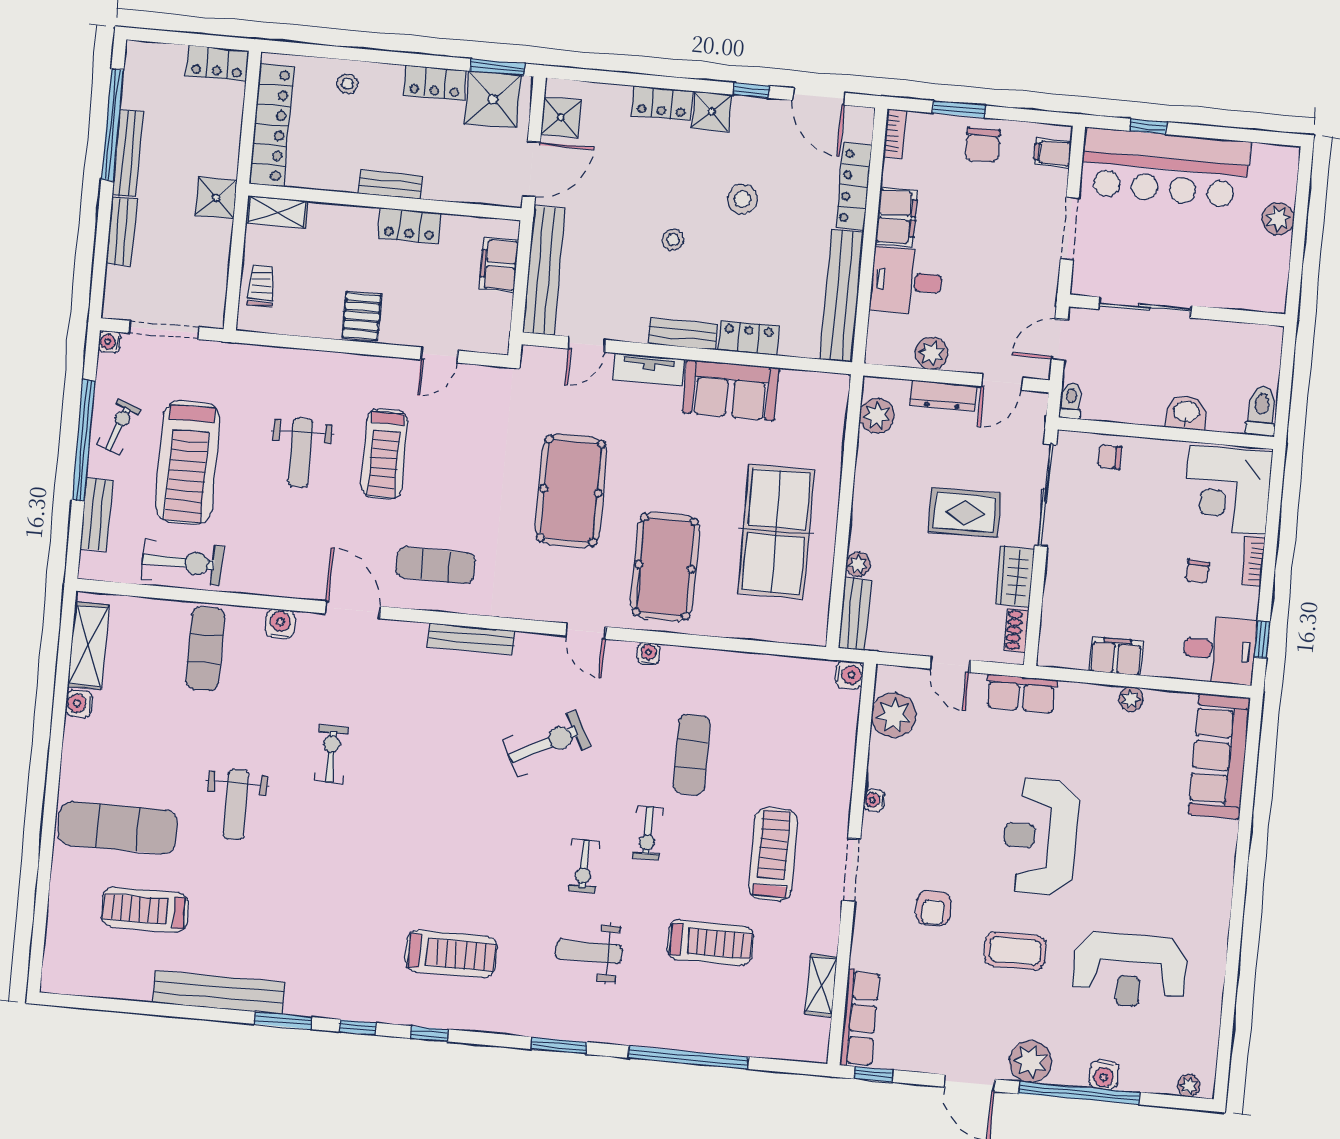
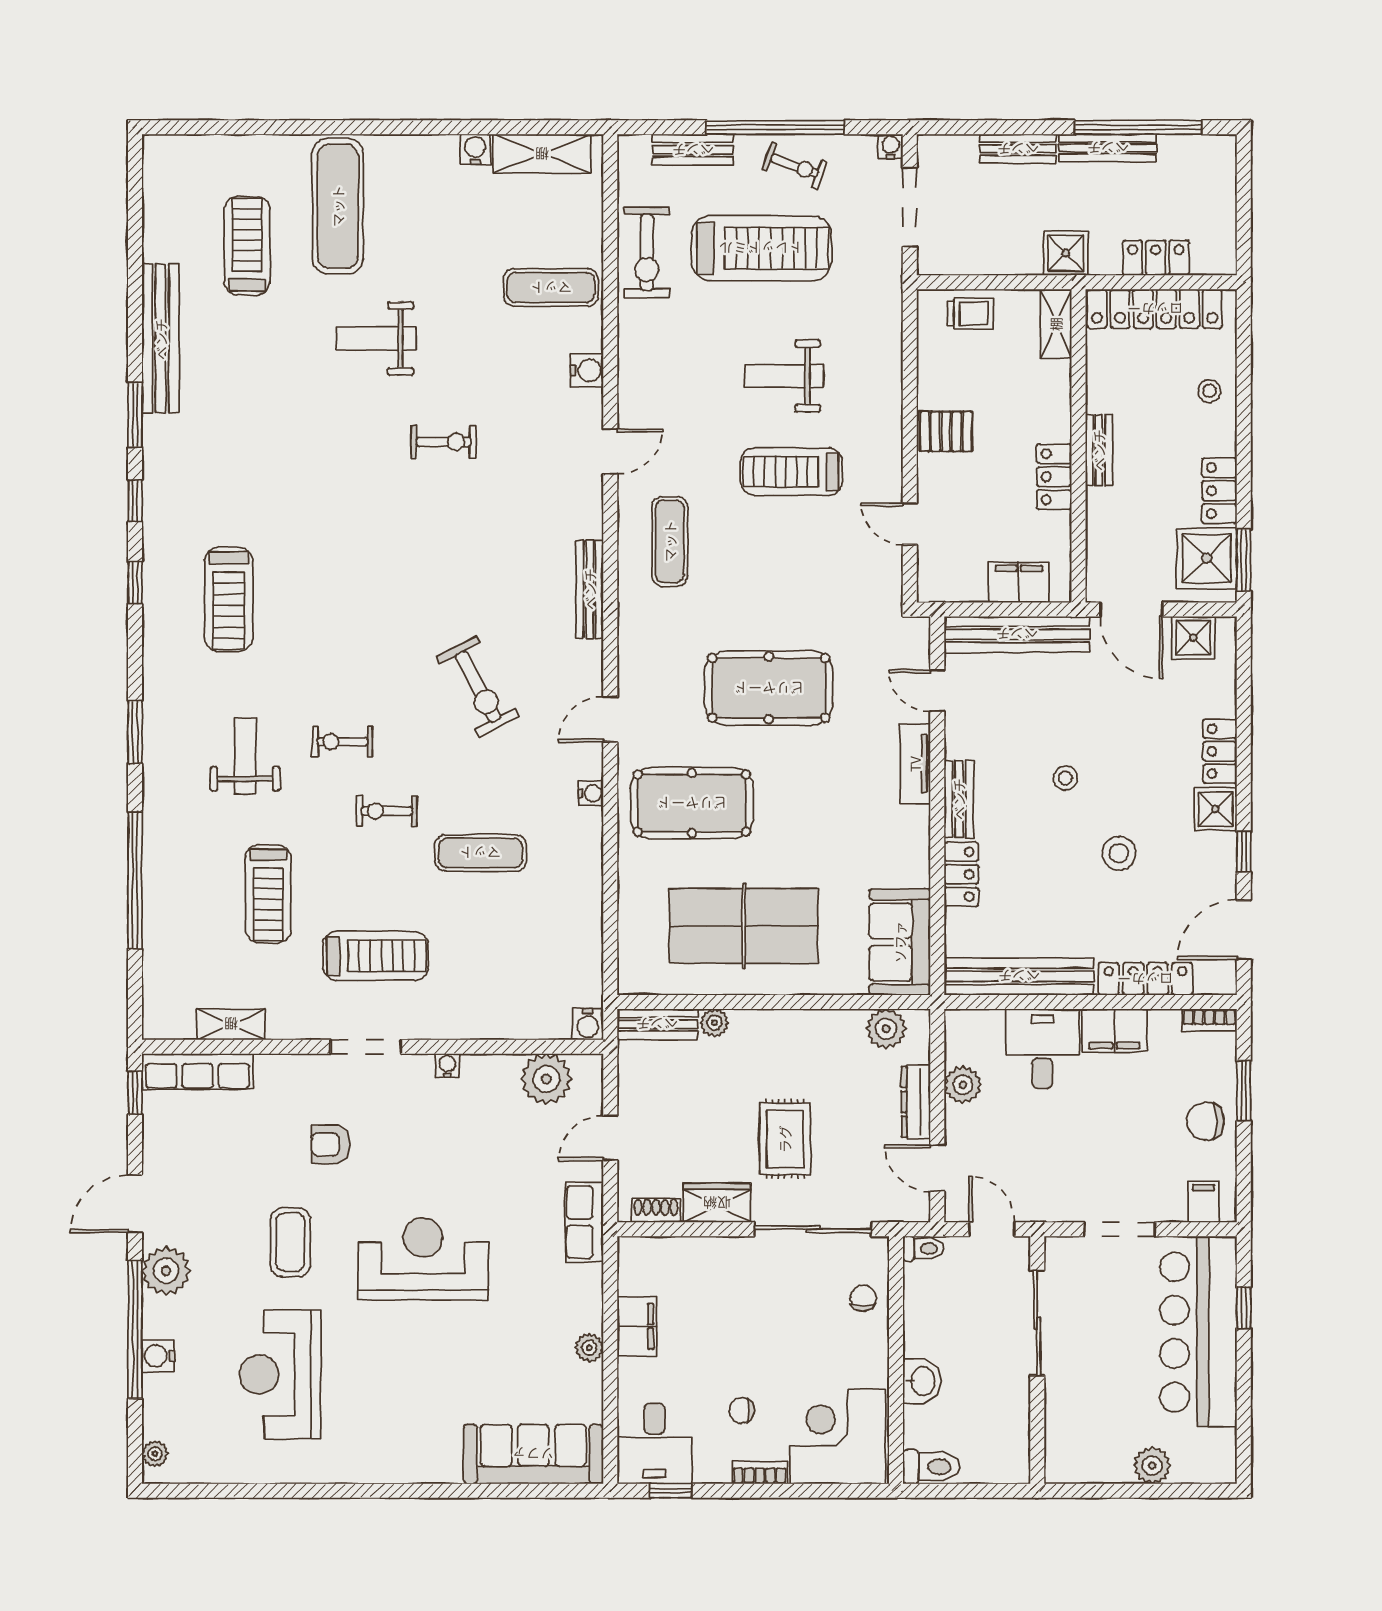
locker: (217, 63) -> (1156, 258), moved, turned 90
sofa: (731, 390) -> (900, 942), moved
treadmill: (188, 462) -> (761, 248), turned 180
door: (353, 610) -> (610, 451), width x0.73

